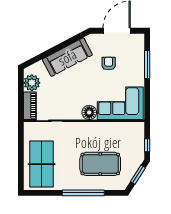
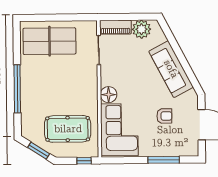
window: (147, 145) -> (84, 161), moved
pool table: (100, 164) -> (68, 129), moved, turned 90

